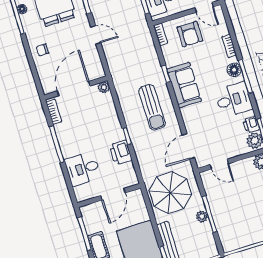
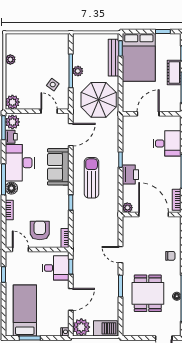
sofa: (184, 85) -> (58, 167), moved
door: (74, 88) -> (154, 215), swing flipped
desk: (234, 100) -> (20, 163), width x1.37
printer: (121, 152) -> (130, 175), moved
side table: (224, 194) -> (53, 85), added

